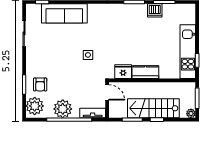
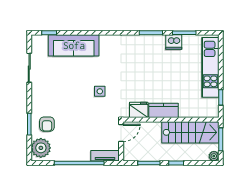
kitchen unit: (188, 52) -> (210, 67), moved
door: (107, 92) -> (121, 133), hinge flipped
stairs: (153, 108) -> (190, 132), moved, turned 180
plant: (63, 109) -> (72, 151), removed

